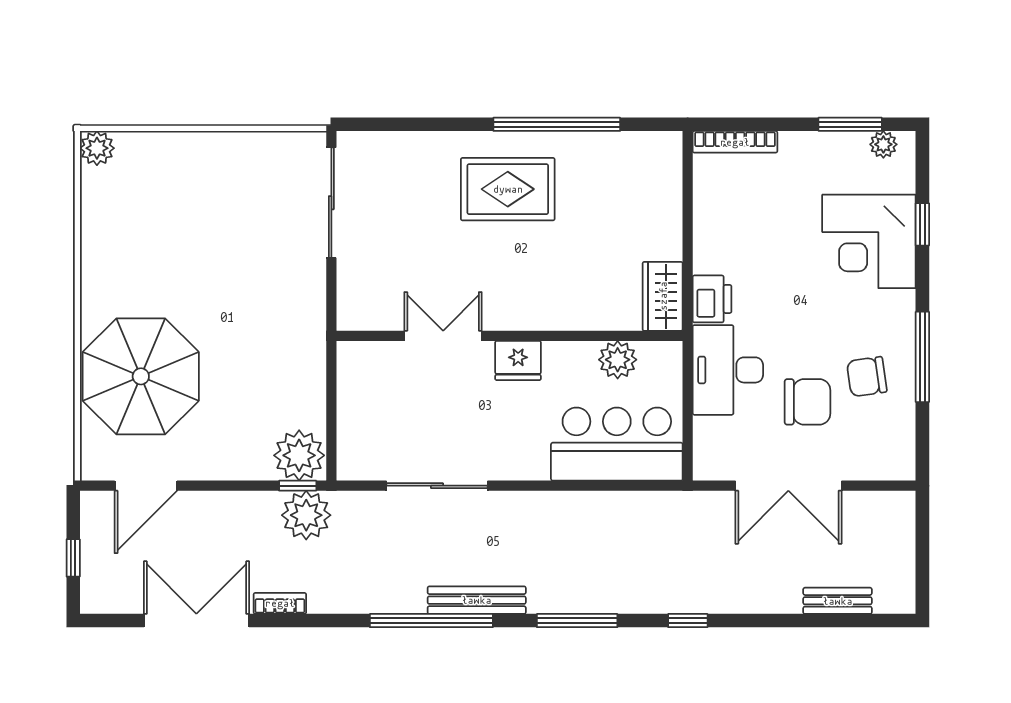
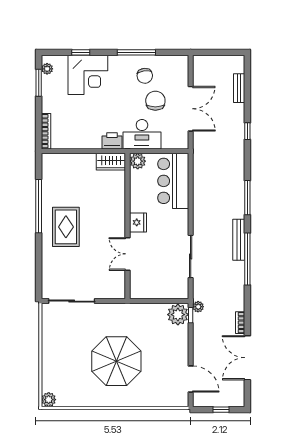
plant: (618, 360) -> (138, 161), moved
parasol: (141, 376) -> (116, 361), moved
plant: (306, 515) -> (198, 307), width x0.53, depth x0.53
window: (688, 621) -> (247, 131), moved

